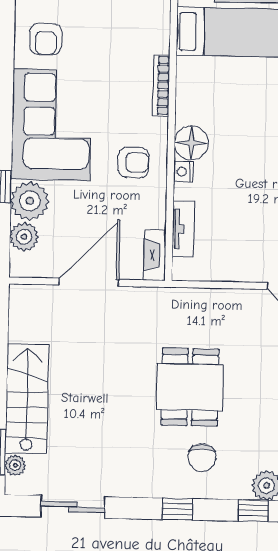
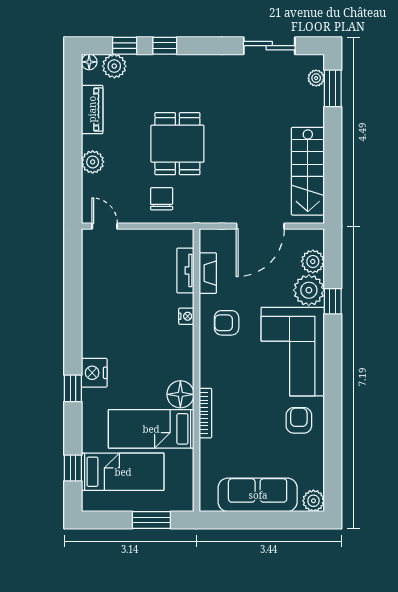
bookcase: (161, 85) -> (205, 413), moved
floor lamp: (191, 143) -> (180, 394), moved
fireplace: (155, 255) -> (208, 273), moved
stairs: (27, 399) -> (308, 171), moved
chair: (202, 457) -> (162, 199), moved
window: (177, 509) -> (165, 46), moved

